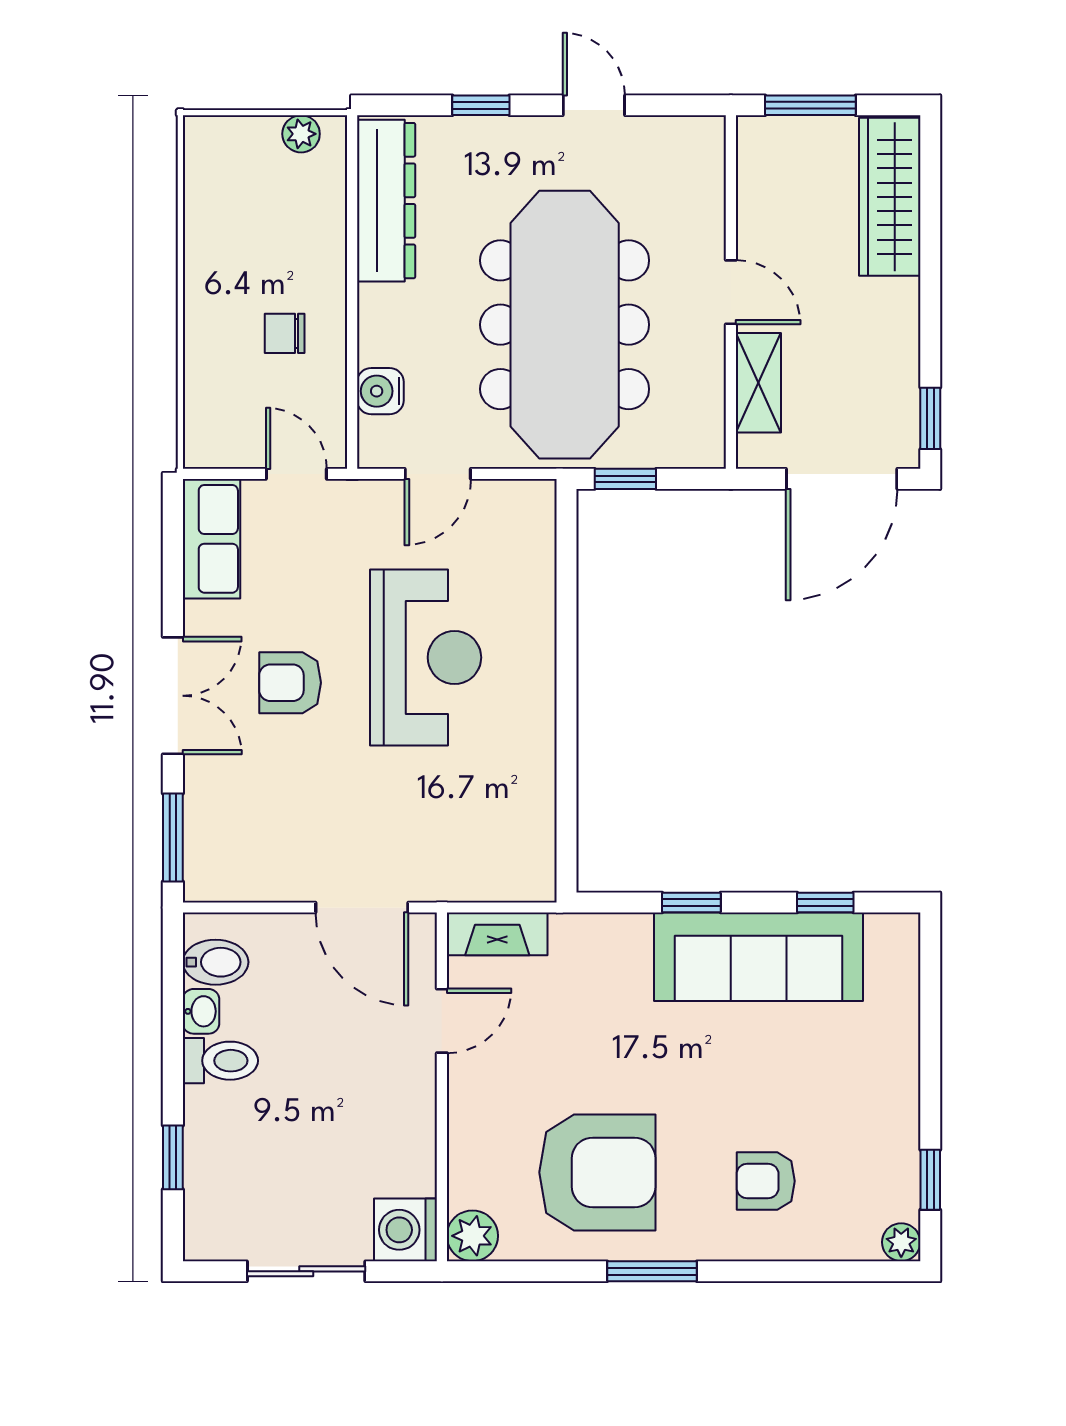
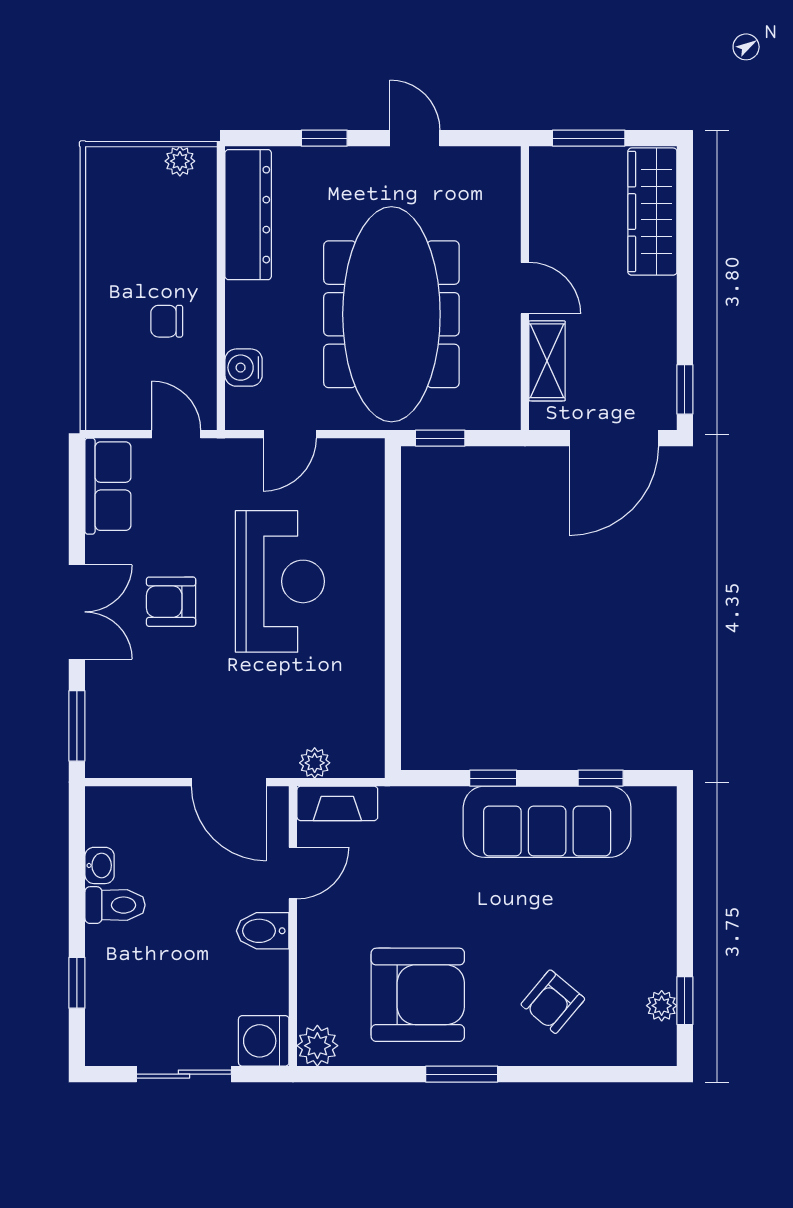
plant: (469, 884) -> (315, 763), added
bidet: (216, 962) -> (263, 931), moved, turned 180
armchair: (766, 1181) -> (553, 1002), turned -50
plant: (901, 1242) -> (662, 1006), moved

